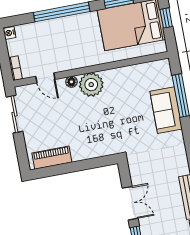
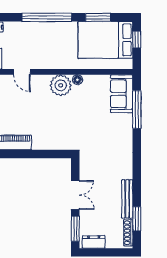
floor lamp: (71, 82) -> (77, 80), moved
sofa: (166, 110) -> (122, 94), moved

